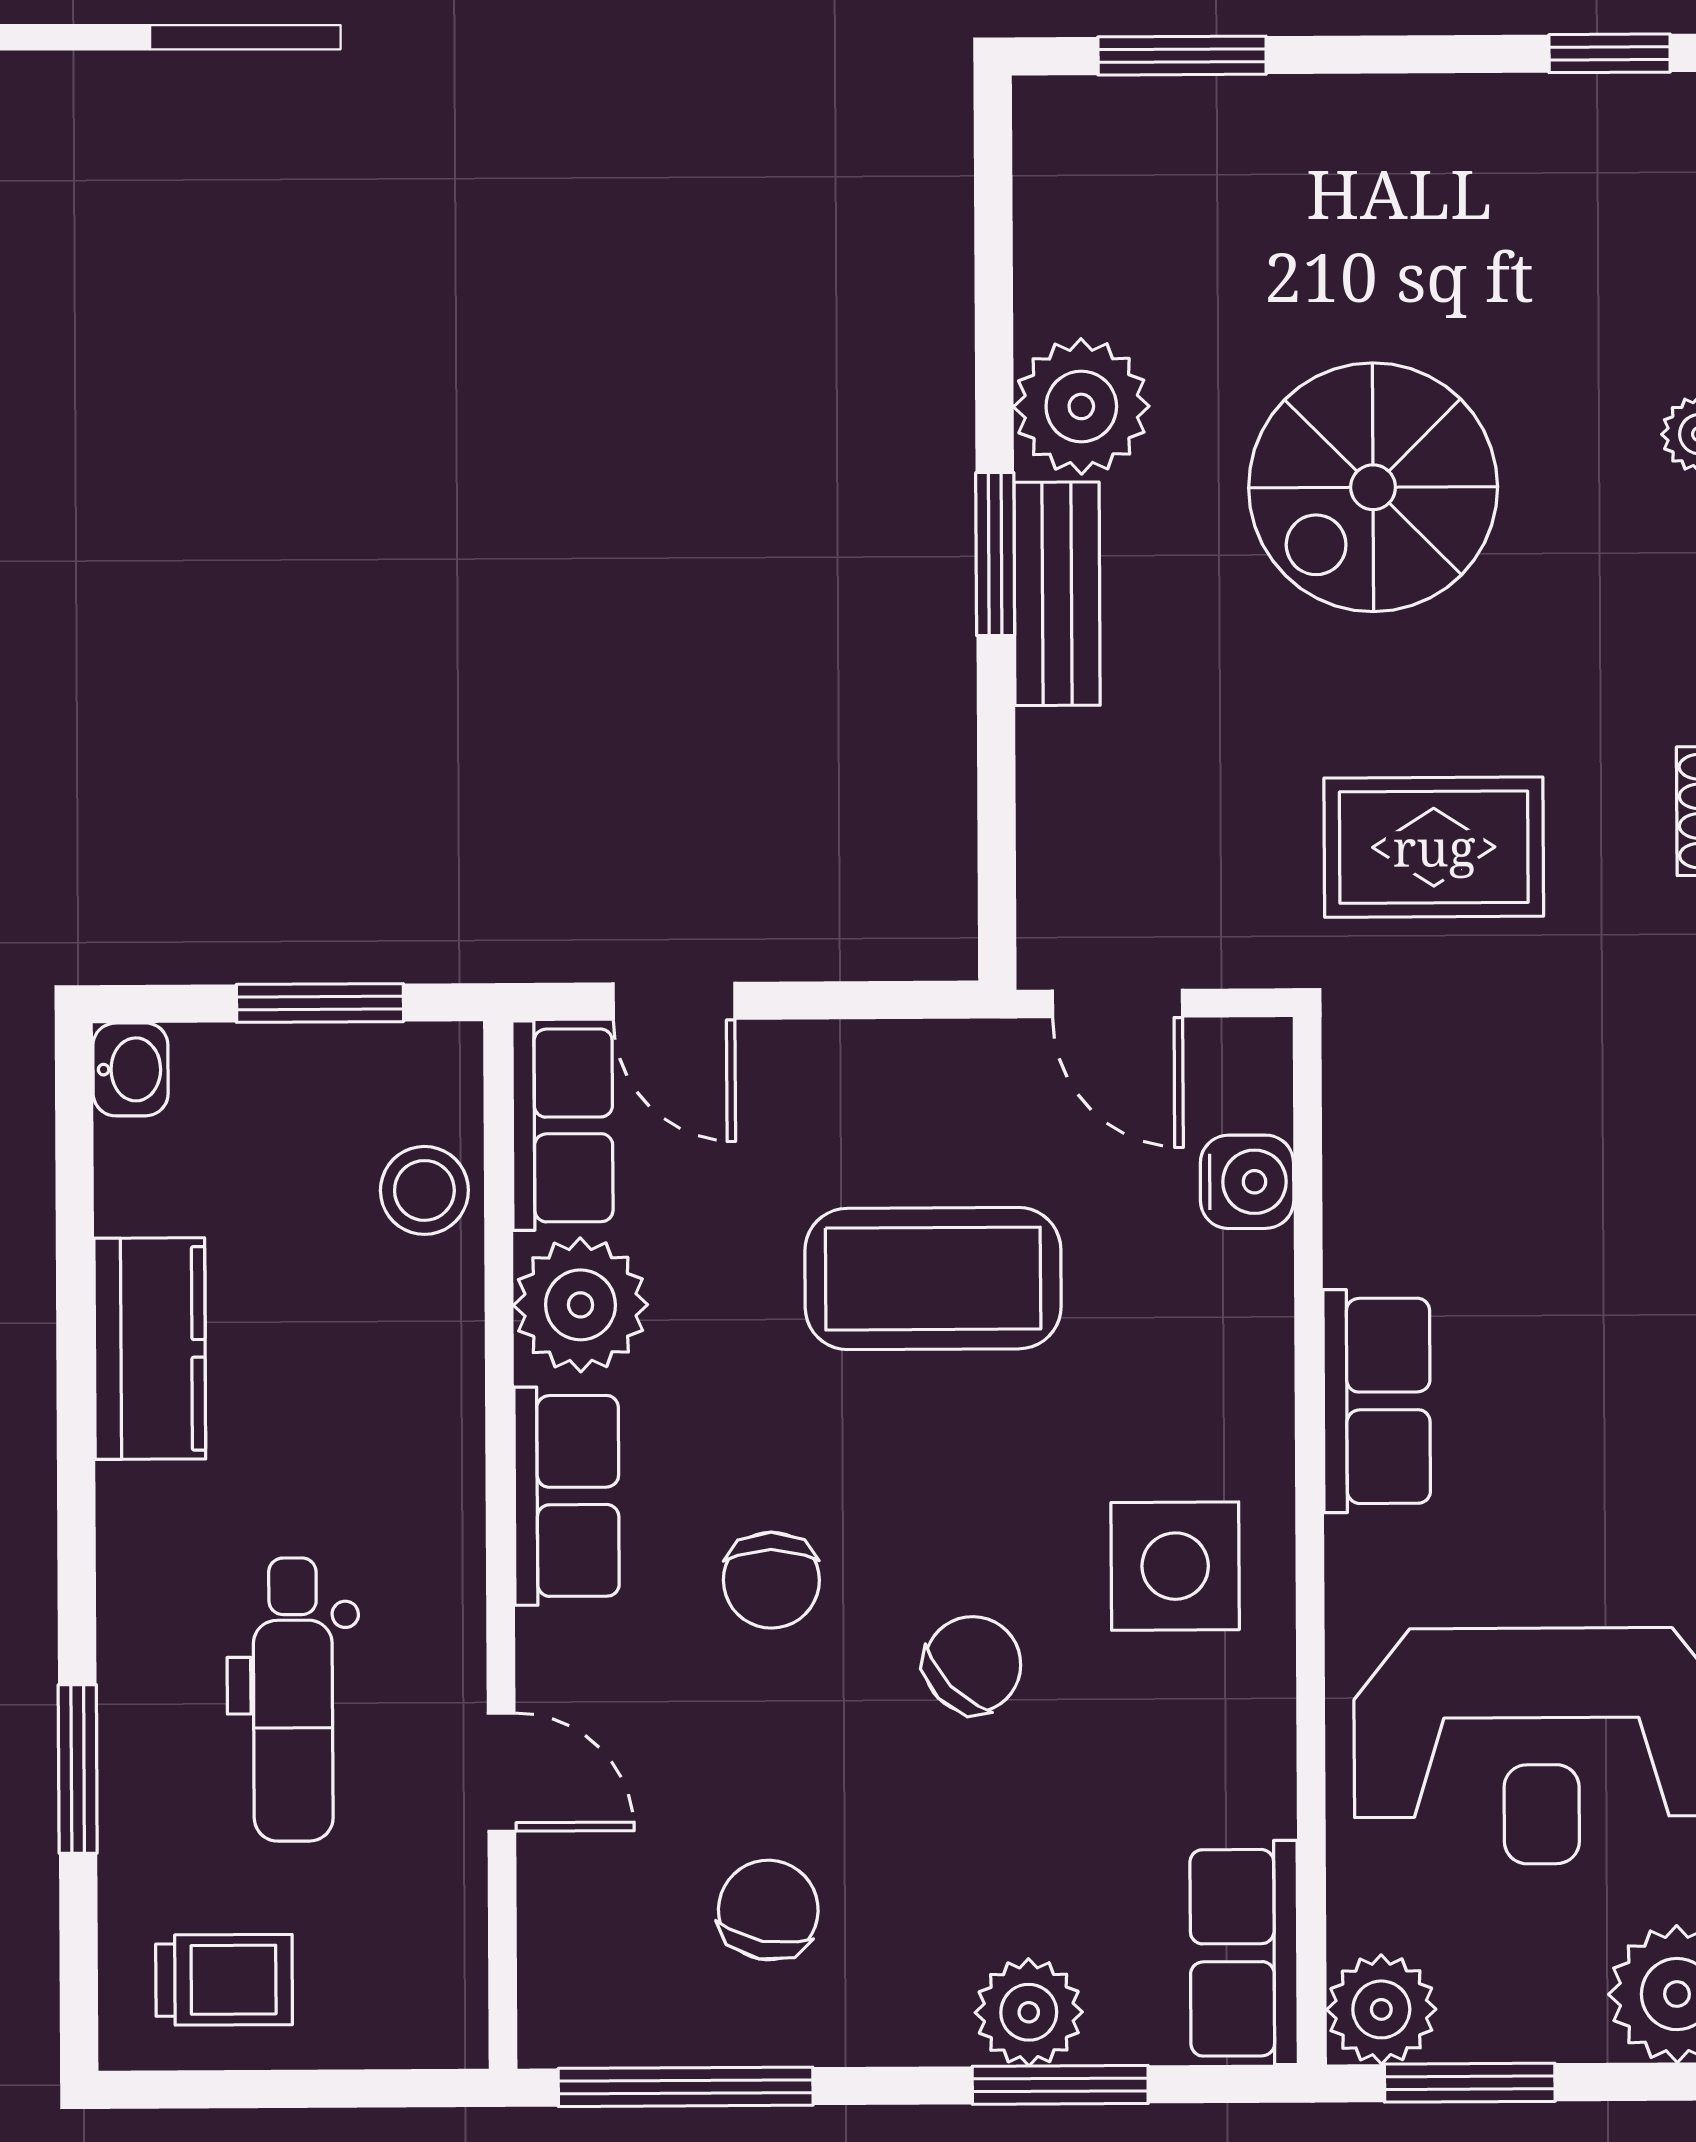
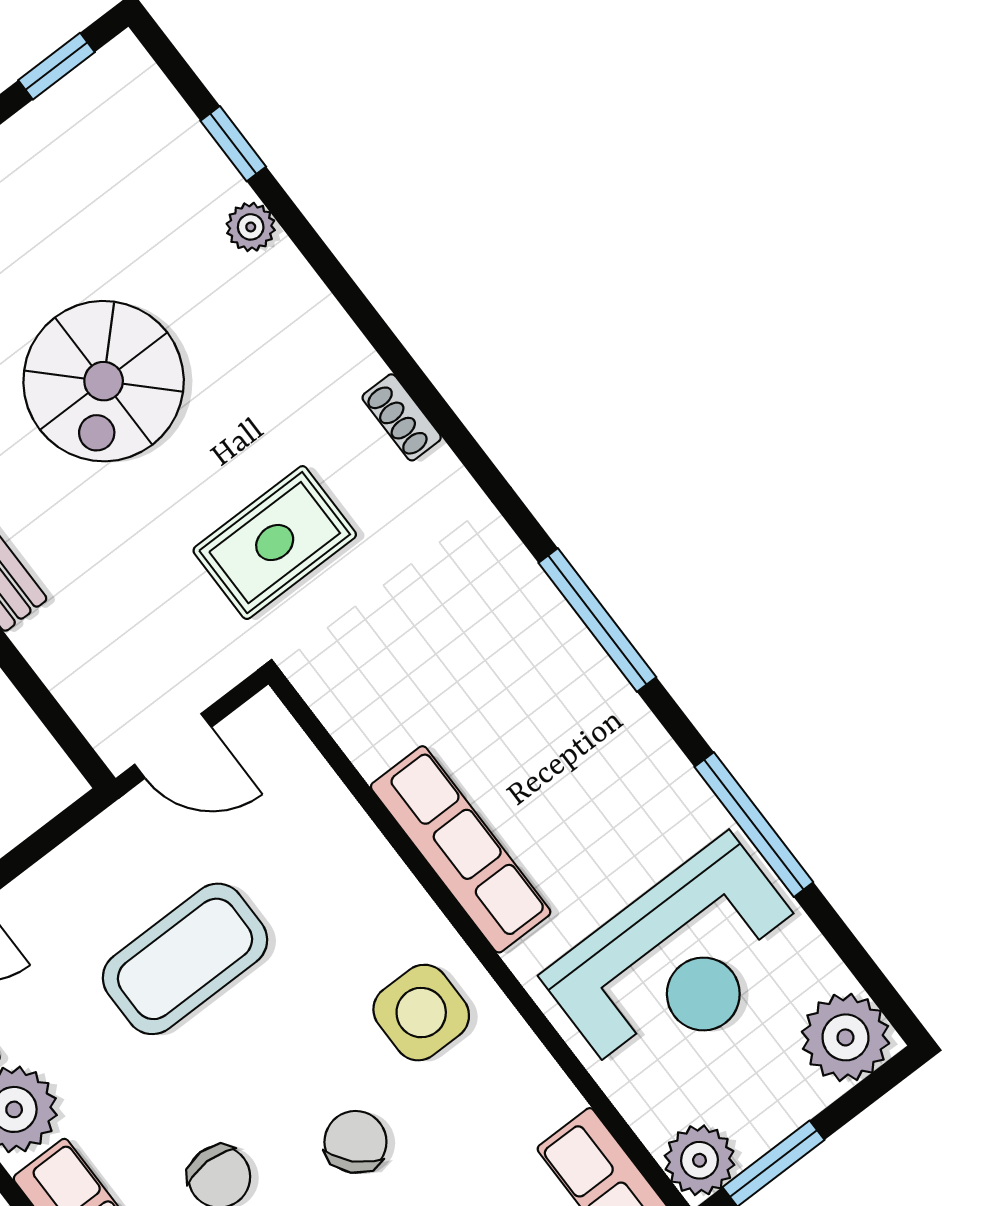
water cooler: (1247, 1182) -> (309, 787), removed
row of seats: (1377, 1401) -> (461, 849), width x1.48

